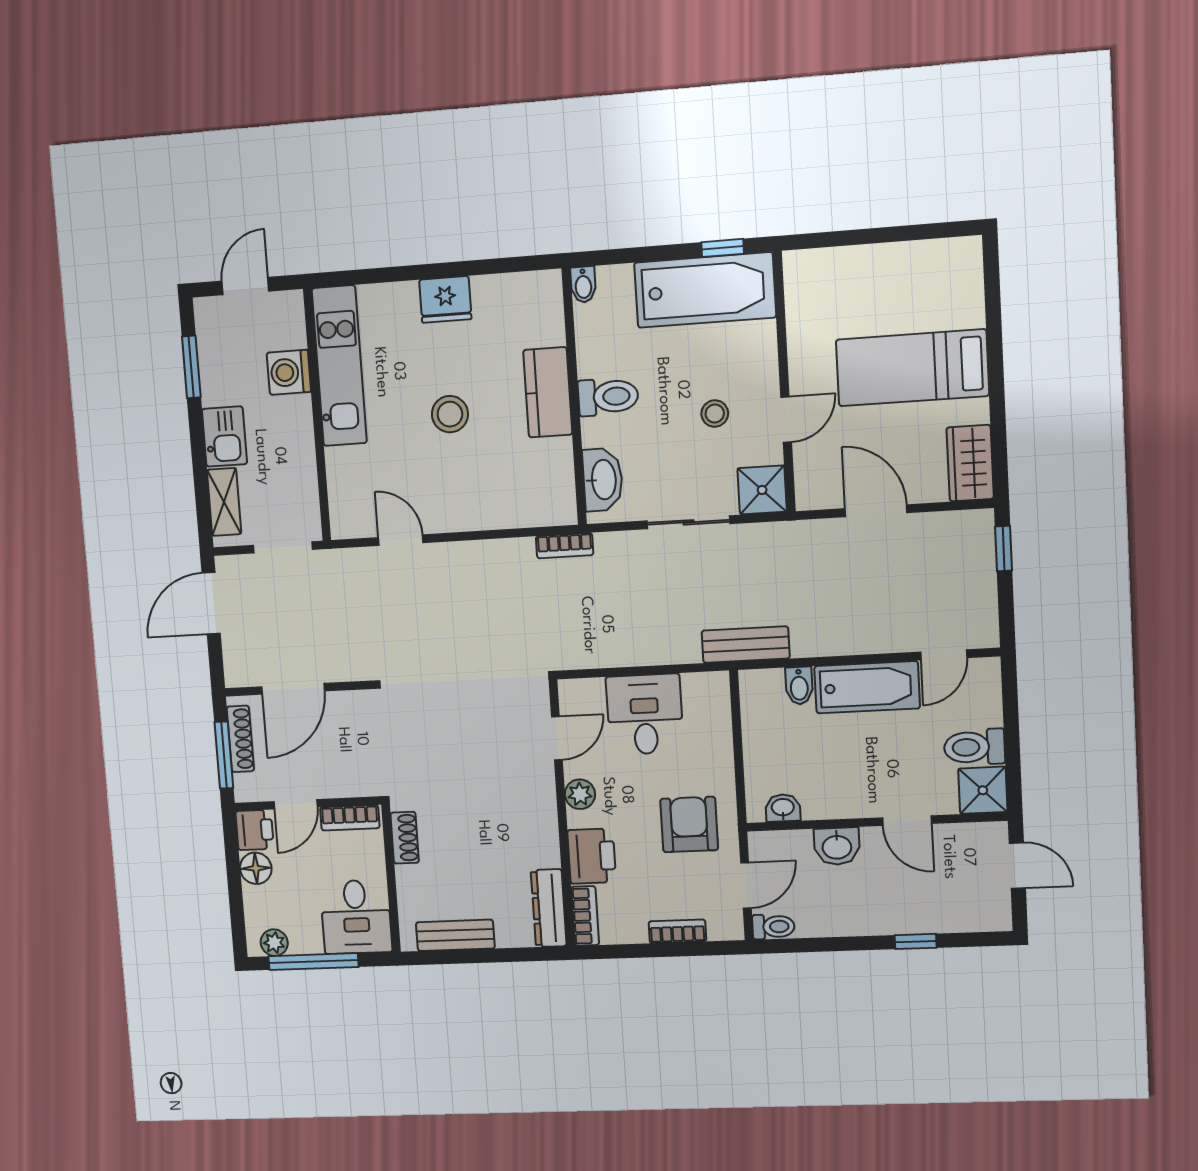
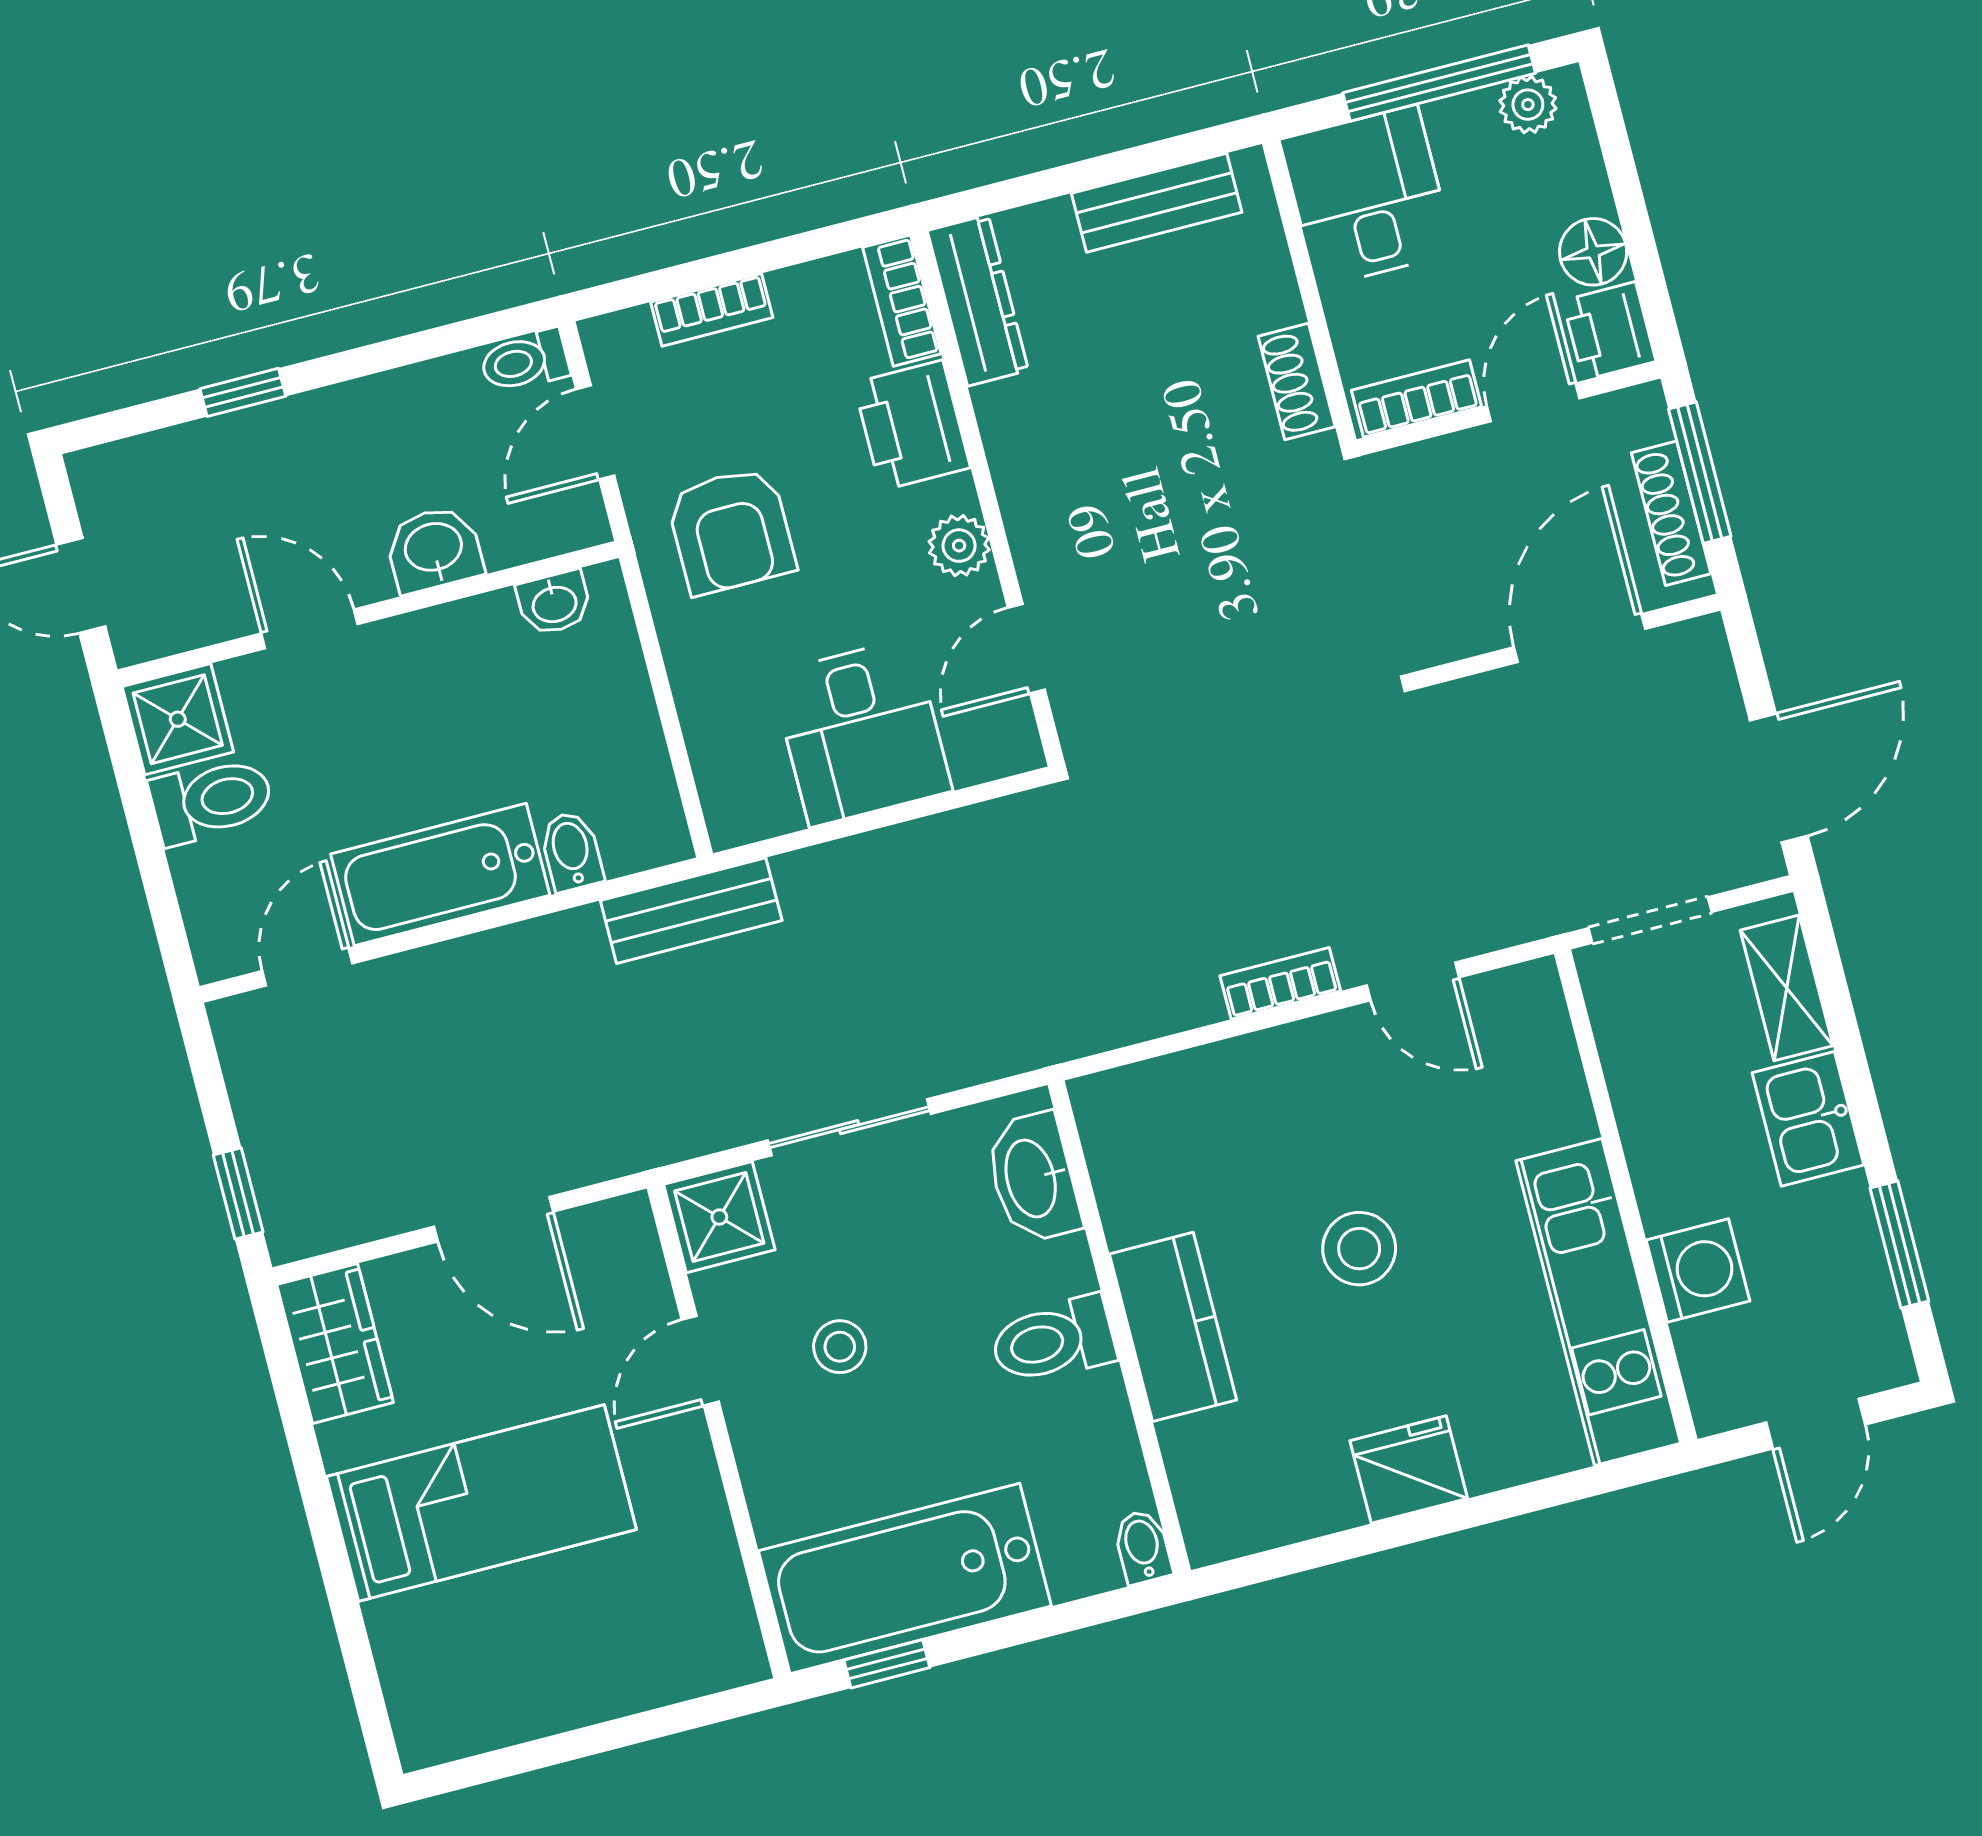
bookcase: (565, 546) -> (1280, 983), moved

